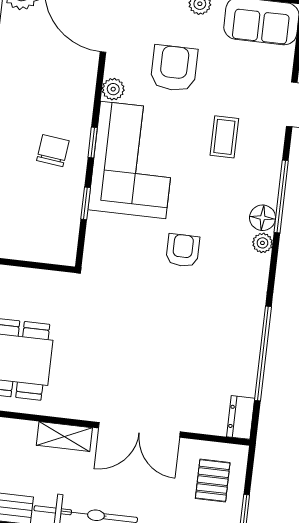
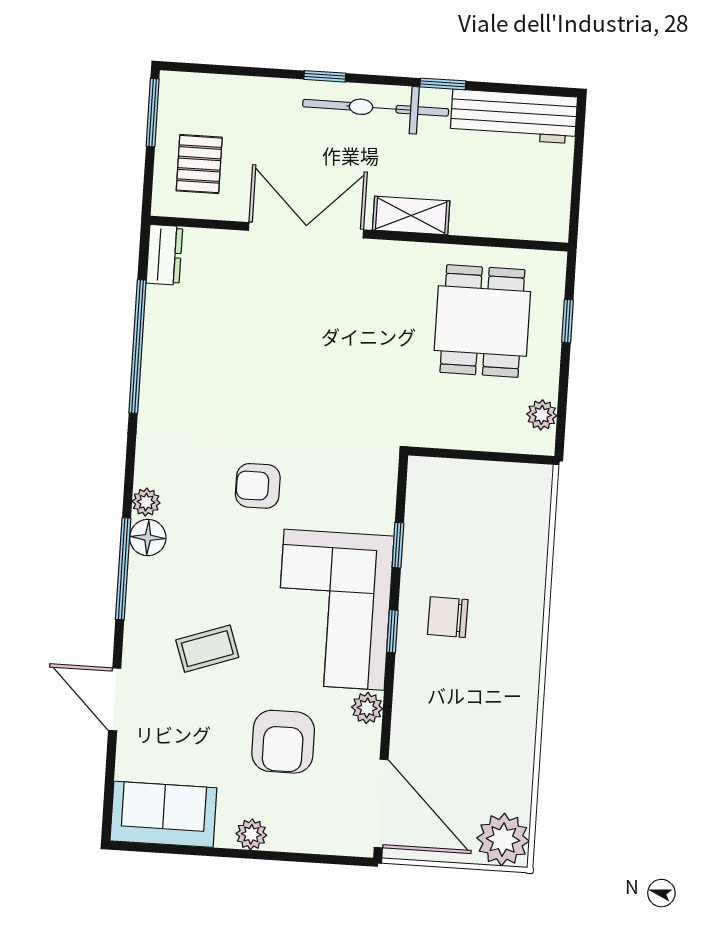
coffee table: (224, 137) -> (207, 649), turned 71
chair: (53, 151) -> (448, 617), turned 84
armchair: (183, 250) -> (258, 486), turned 90

